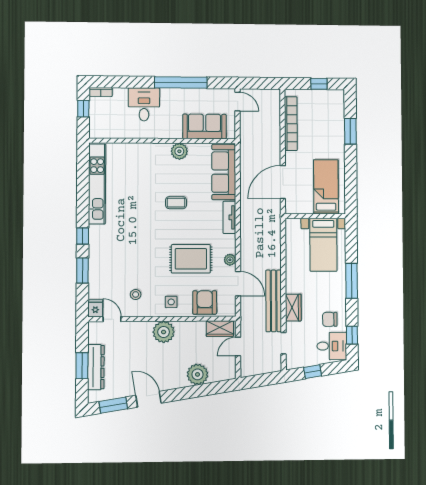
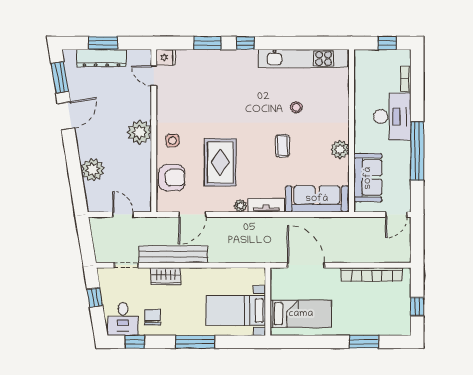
bookcase: (101, 92) -> (406, 79), moved
desk: (144, 104) -> (392, 116), width x1.37
plant: (230, 260) -> (240, 206), moved
stool: (136, 294) -> (296, 107), moved
door: (112, 319) -> (154, 76), swing flipped
wardrobe: (220, 329) -> (143, 194), removed

